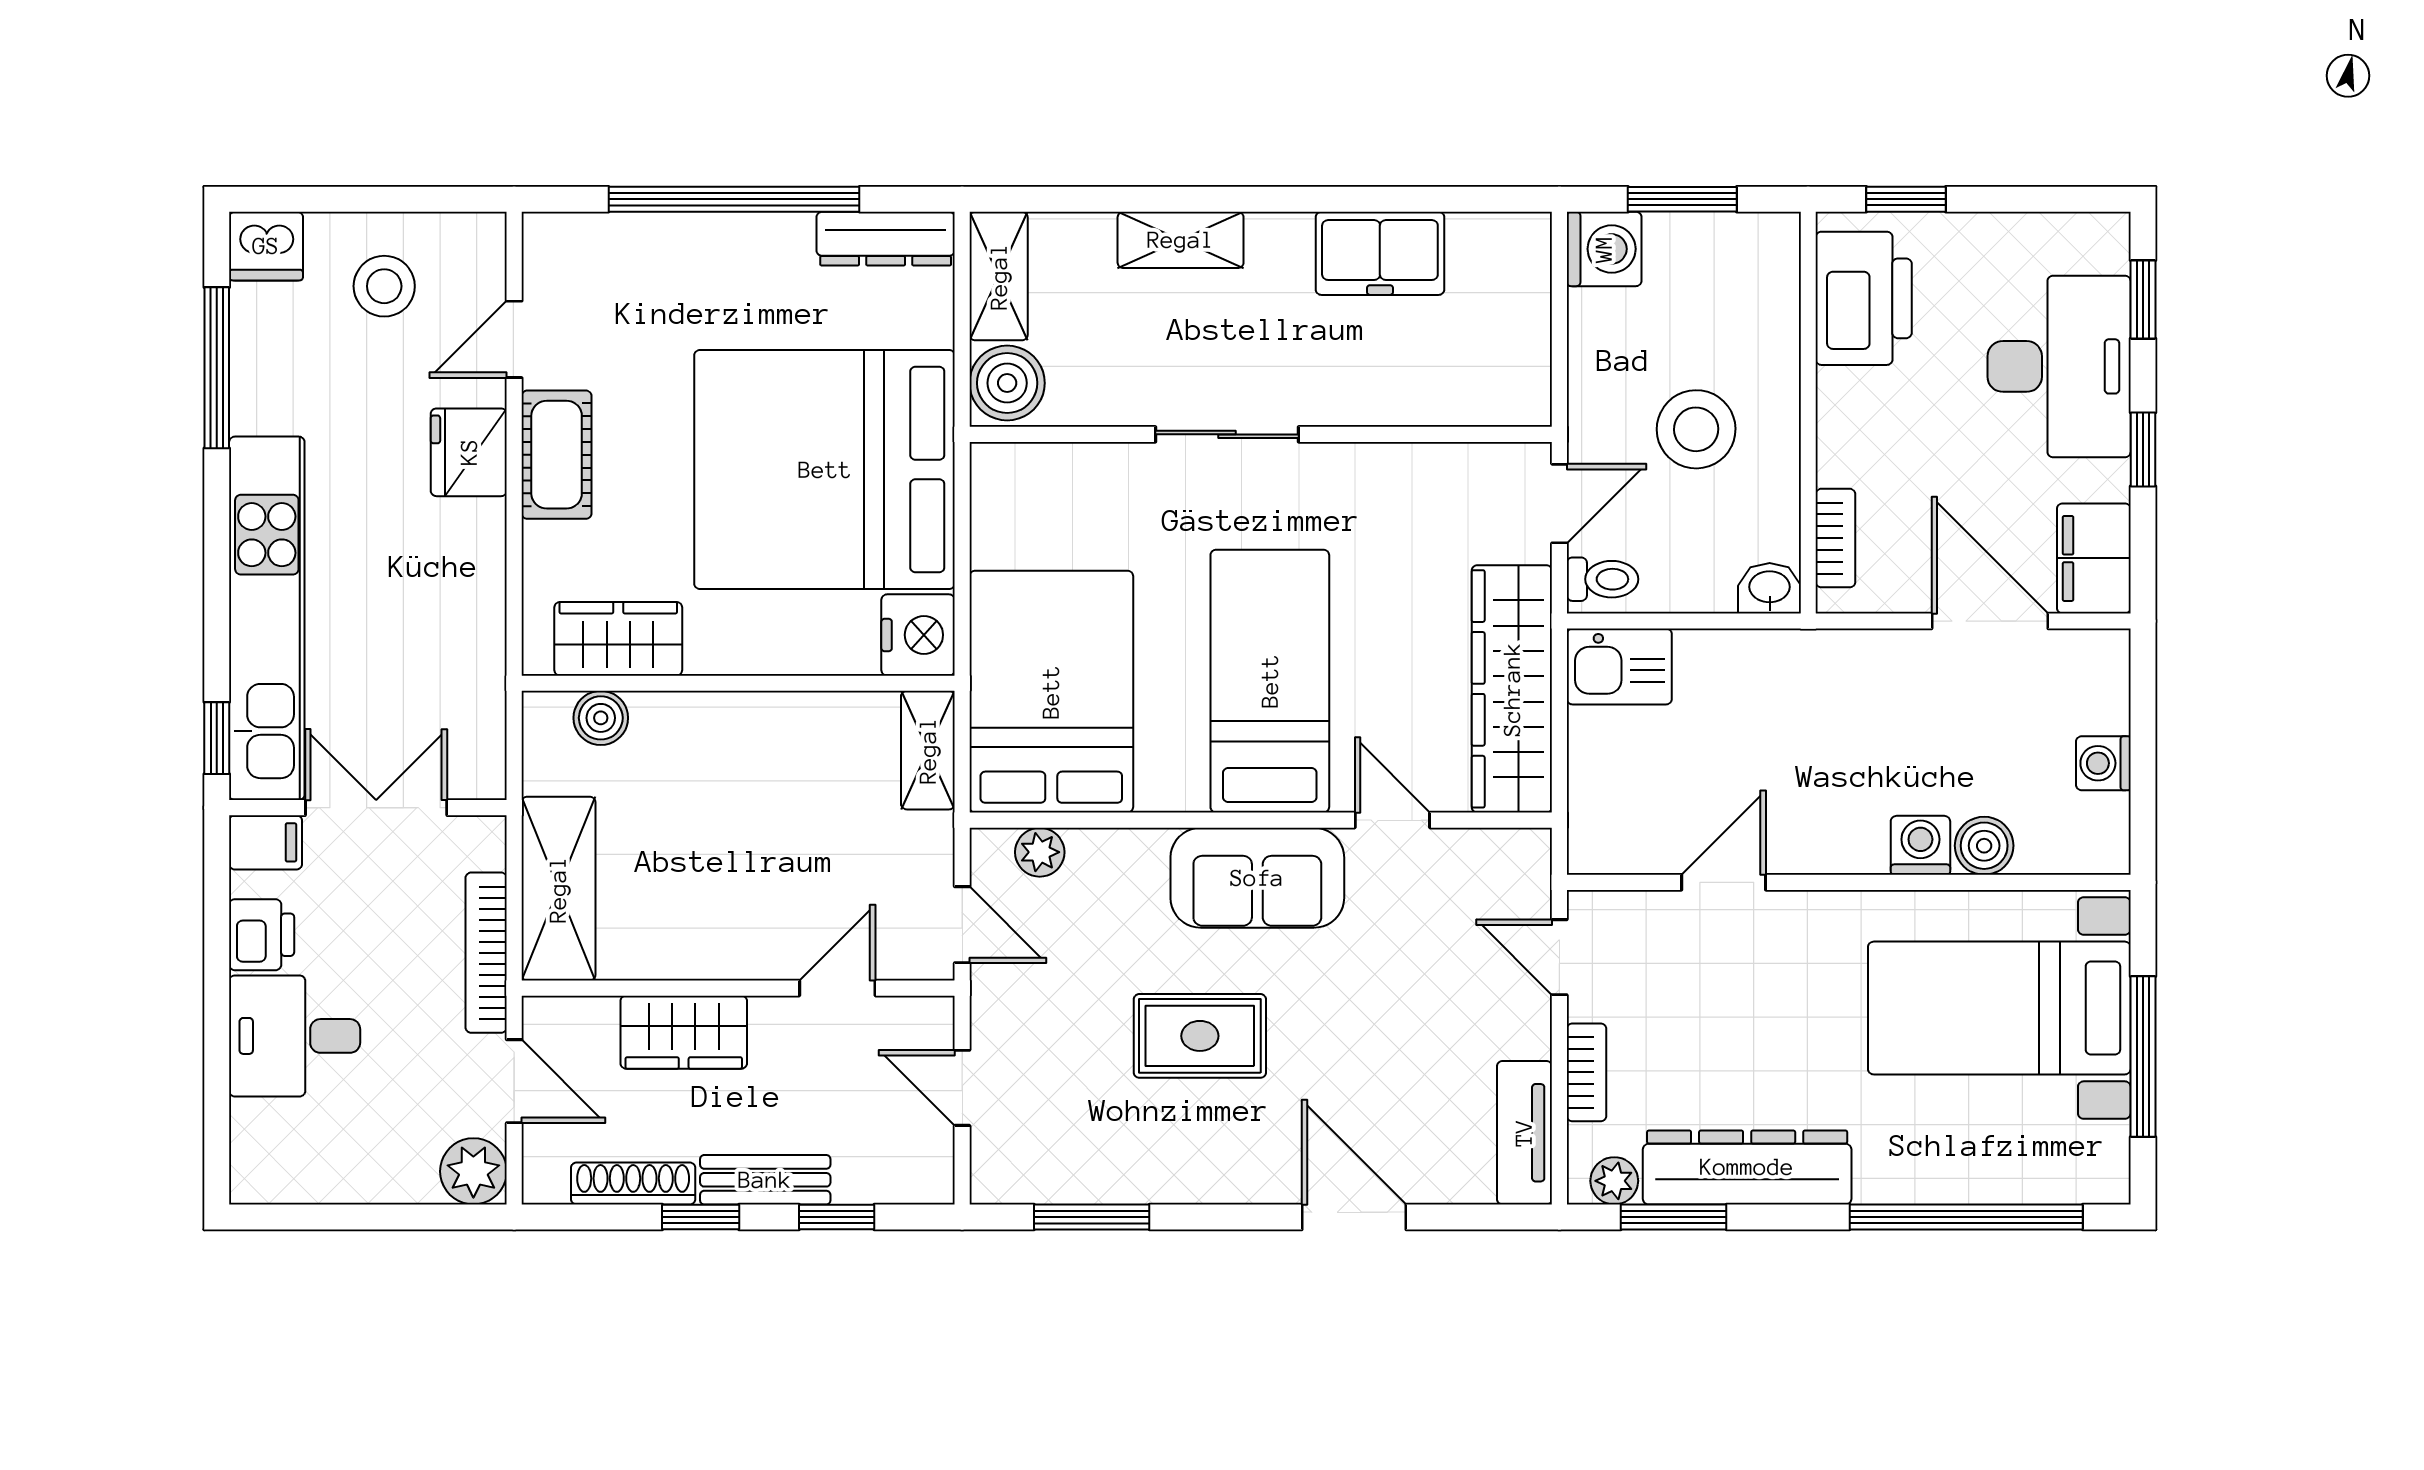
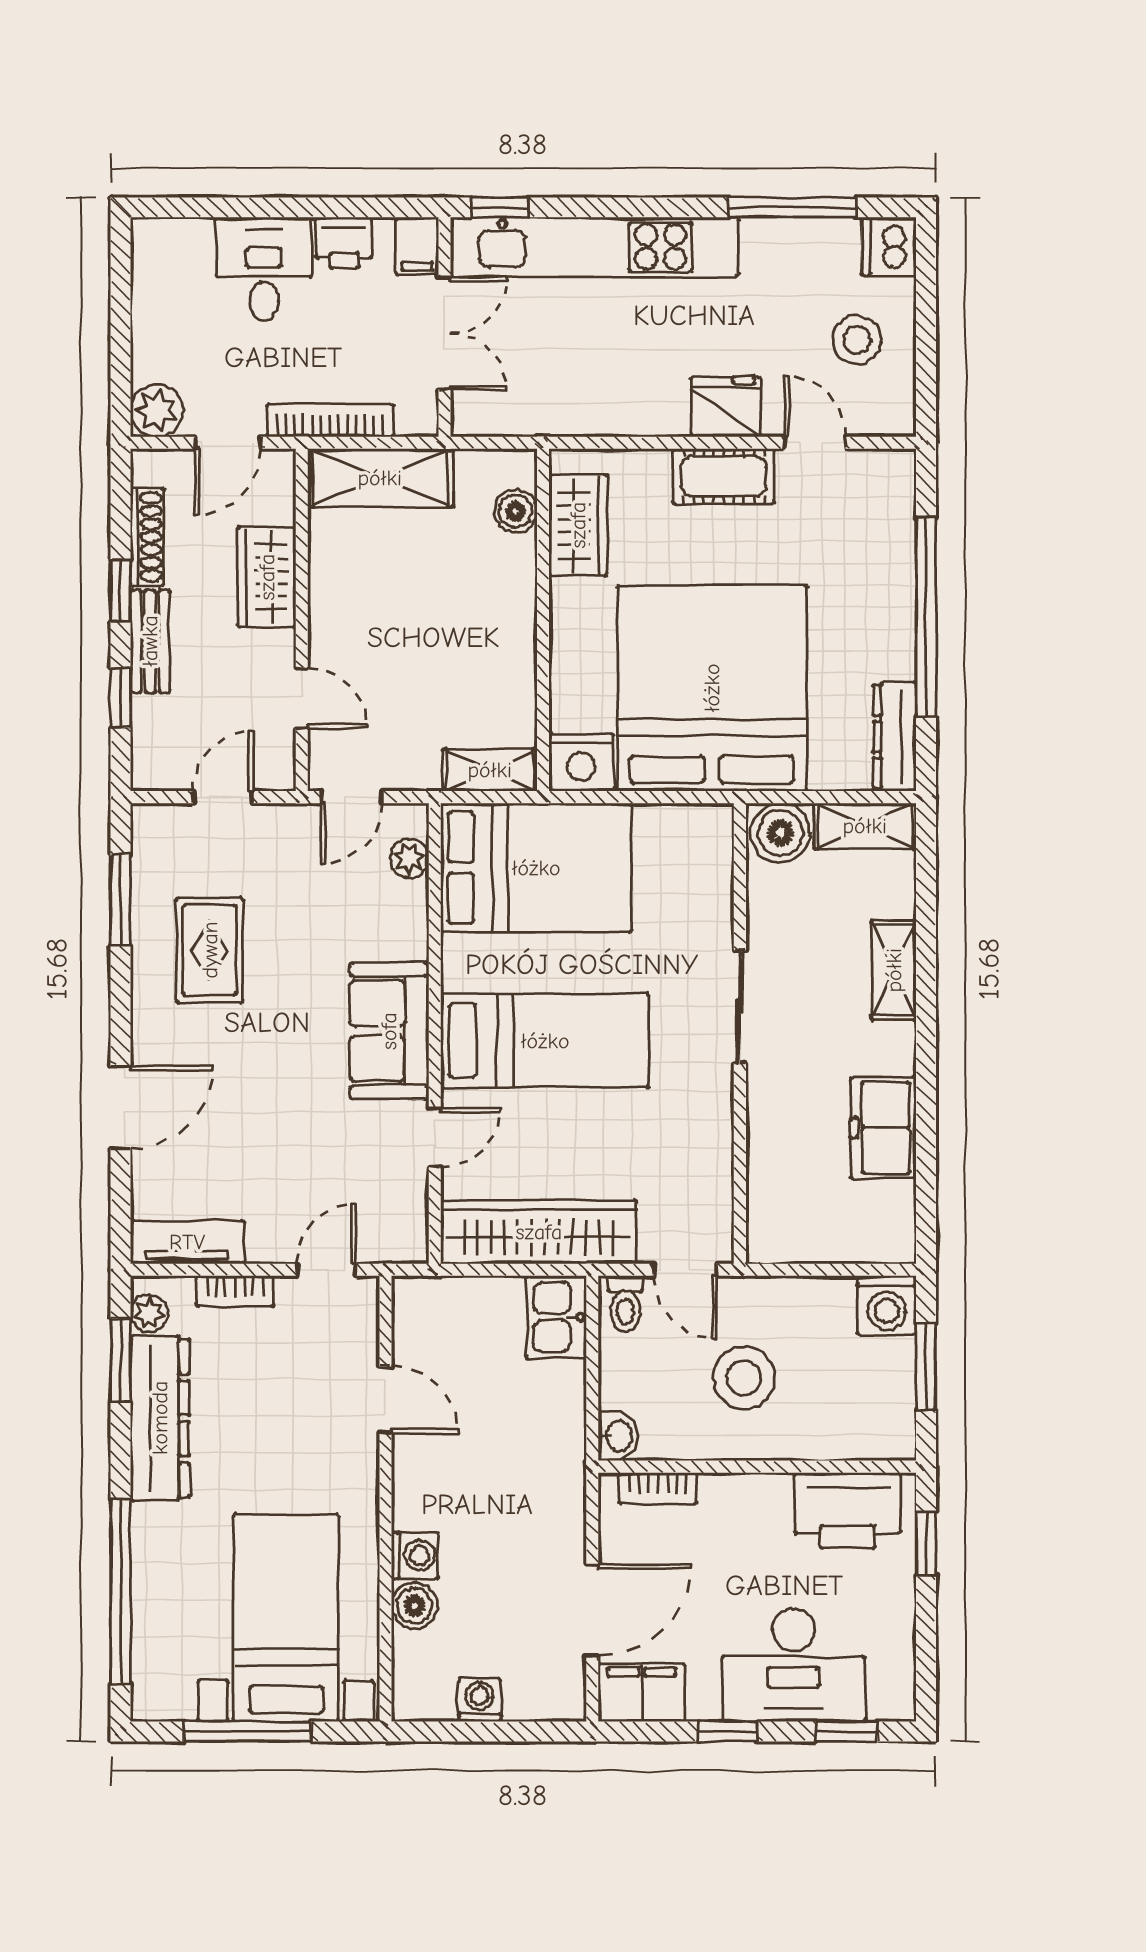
rug: (1200, 1036) -> (210, 950), moved

